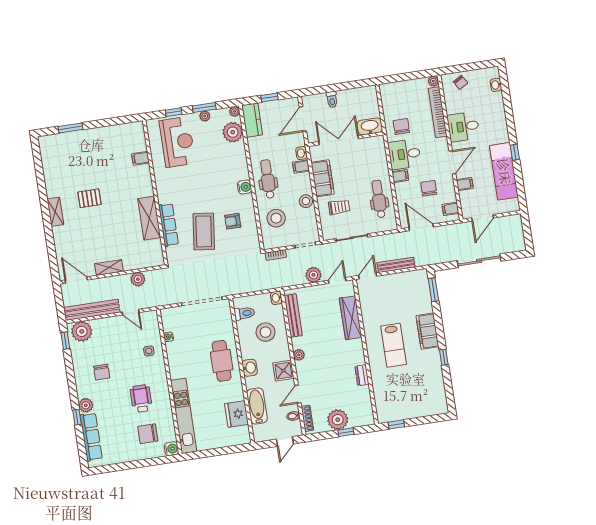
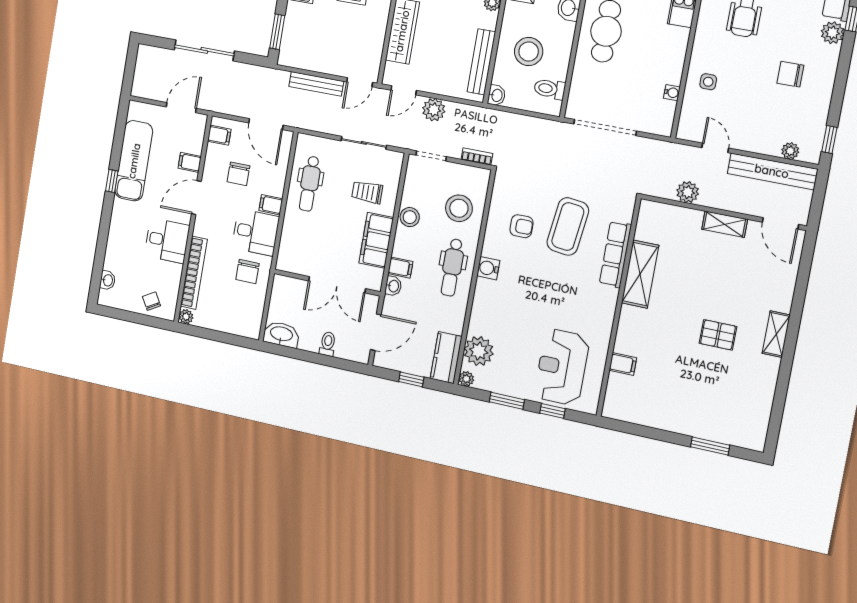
plant: (205, 116) -> (510, 388), removed
washbasin: (370, 126) -> (281, 334), moved, turned 180
plant: (82, 331) -> (790, 151), width x0.53, depth x0.53
chair: (102, 372) -> (790, 74), turned -90

